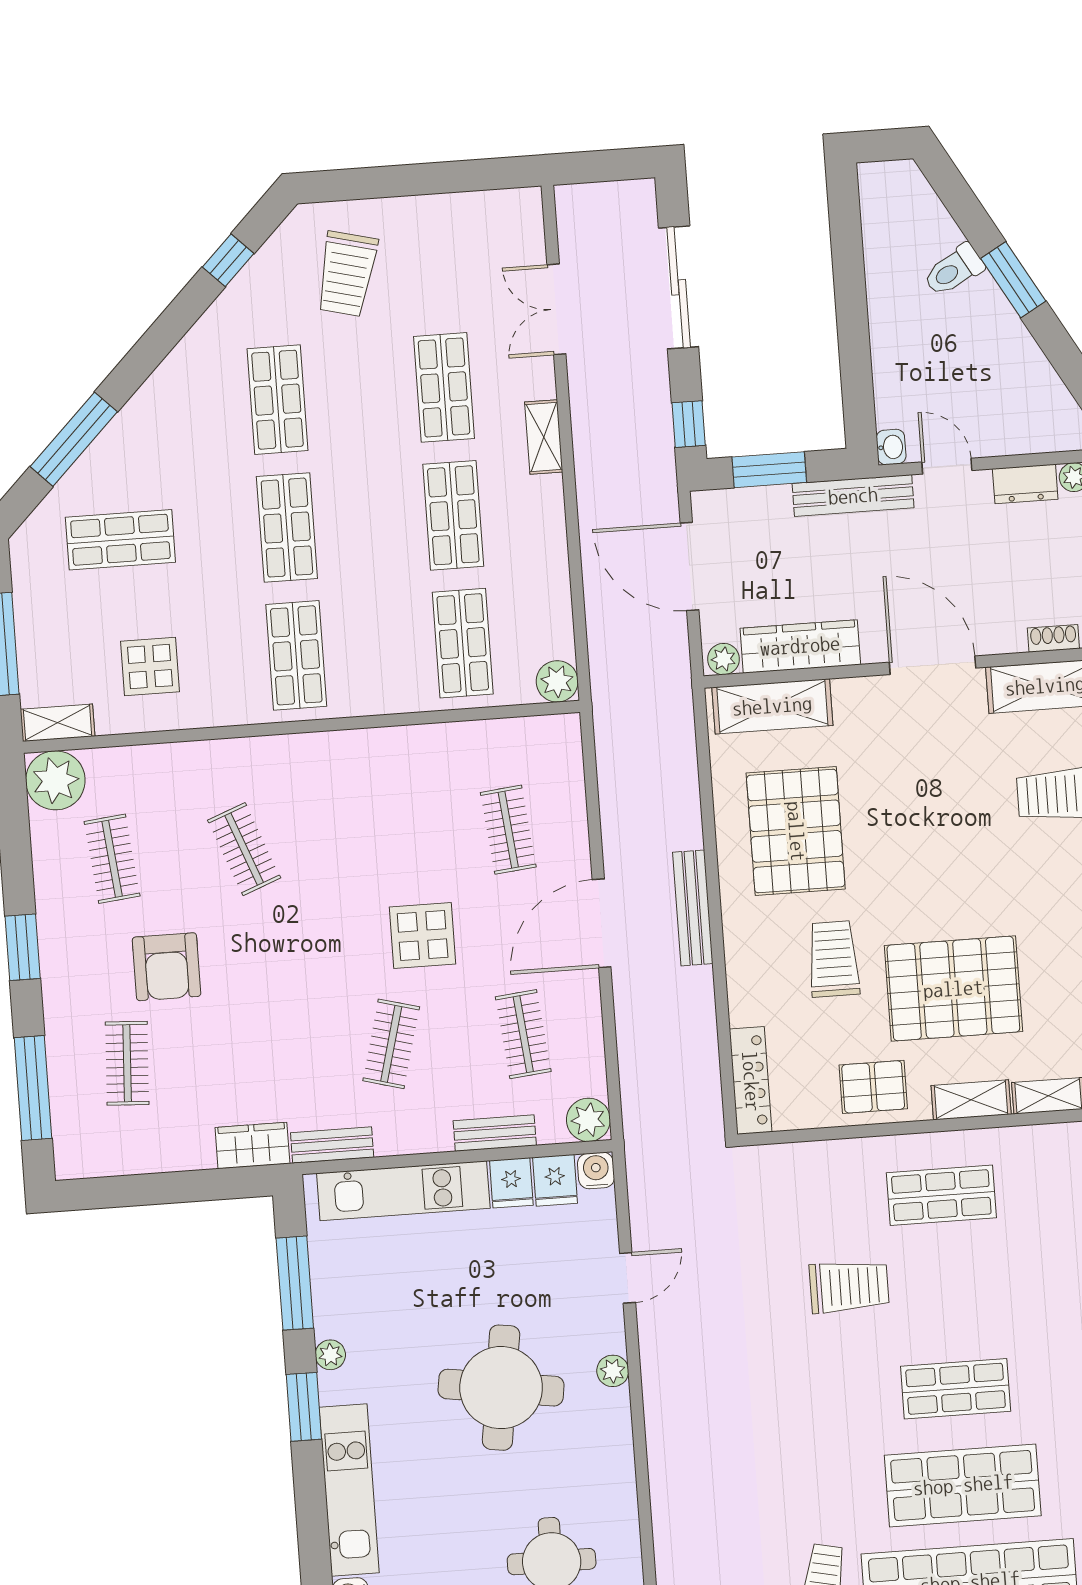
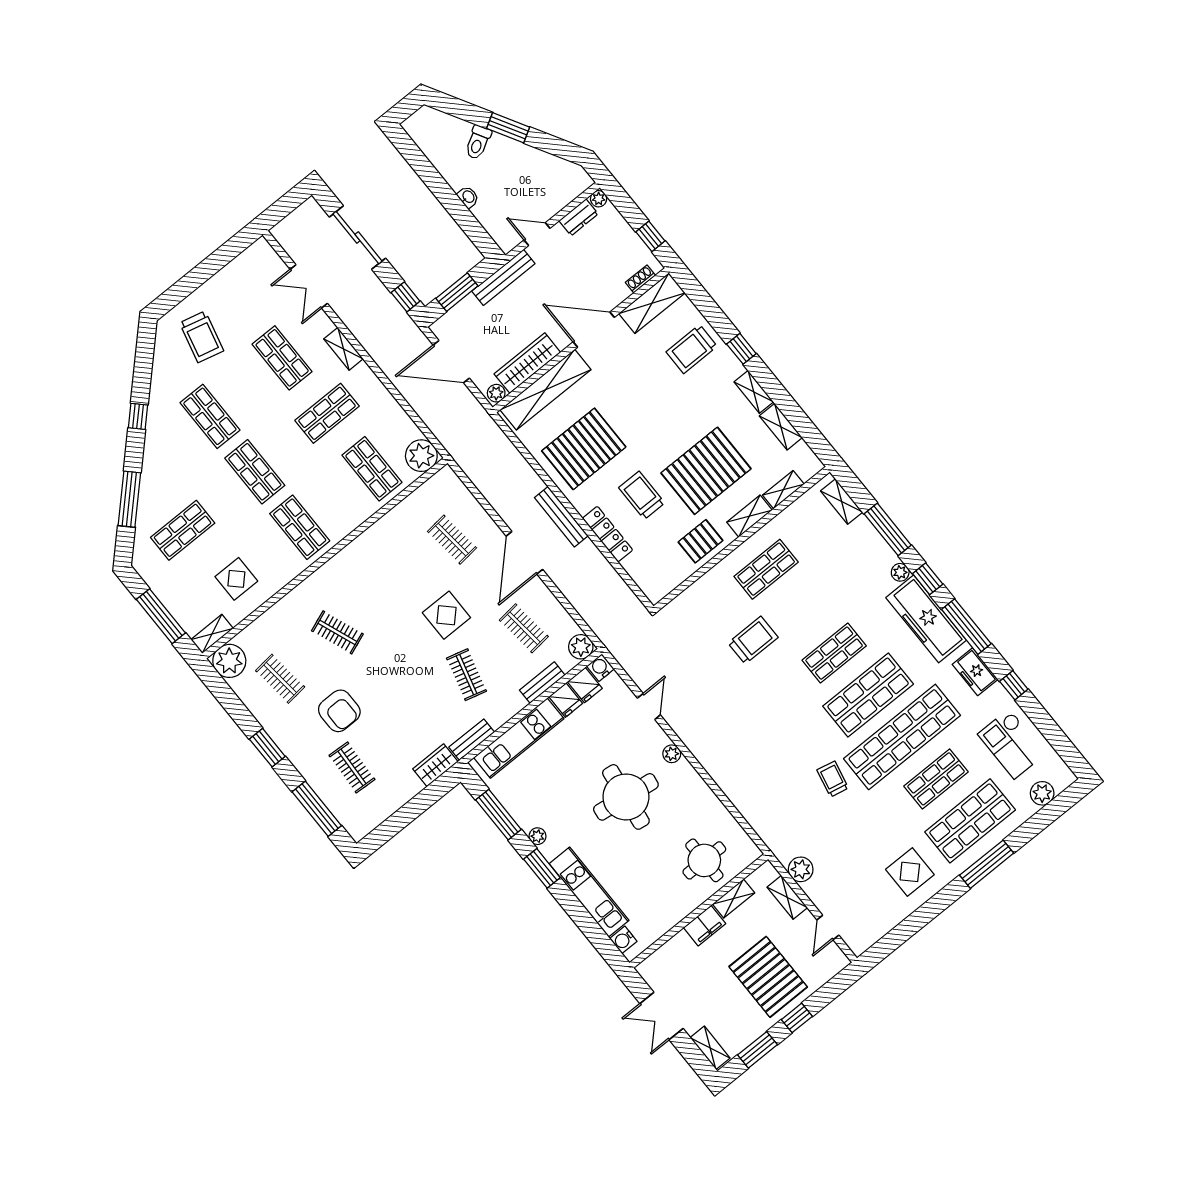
window: (228, 260) -> (138, 416), moved
washbasin: (891, 447) -> (468, 197), moved
shop shelf: (453, 515) -> (327, 413), turned 90
plant: (557, 681) -> (421, 456), width x1.36, depth x1.36
shelving: (772, 706) -> (545, 390), width x1.47
pallet: (796, 831) -> (584, 449), turned 90
locker: (751, 1081) -> (608, 534), moved

